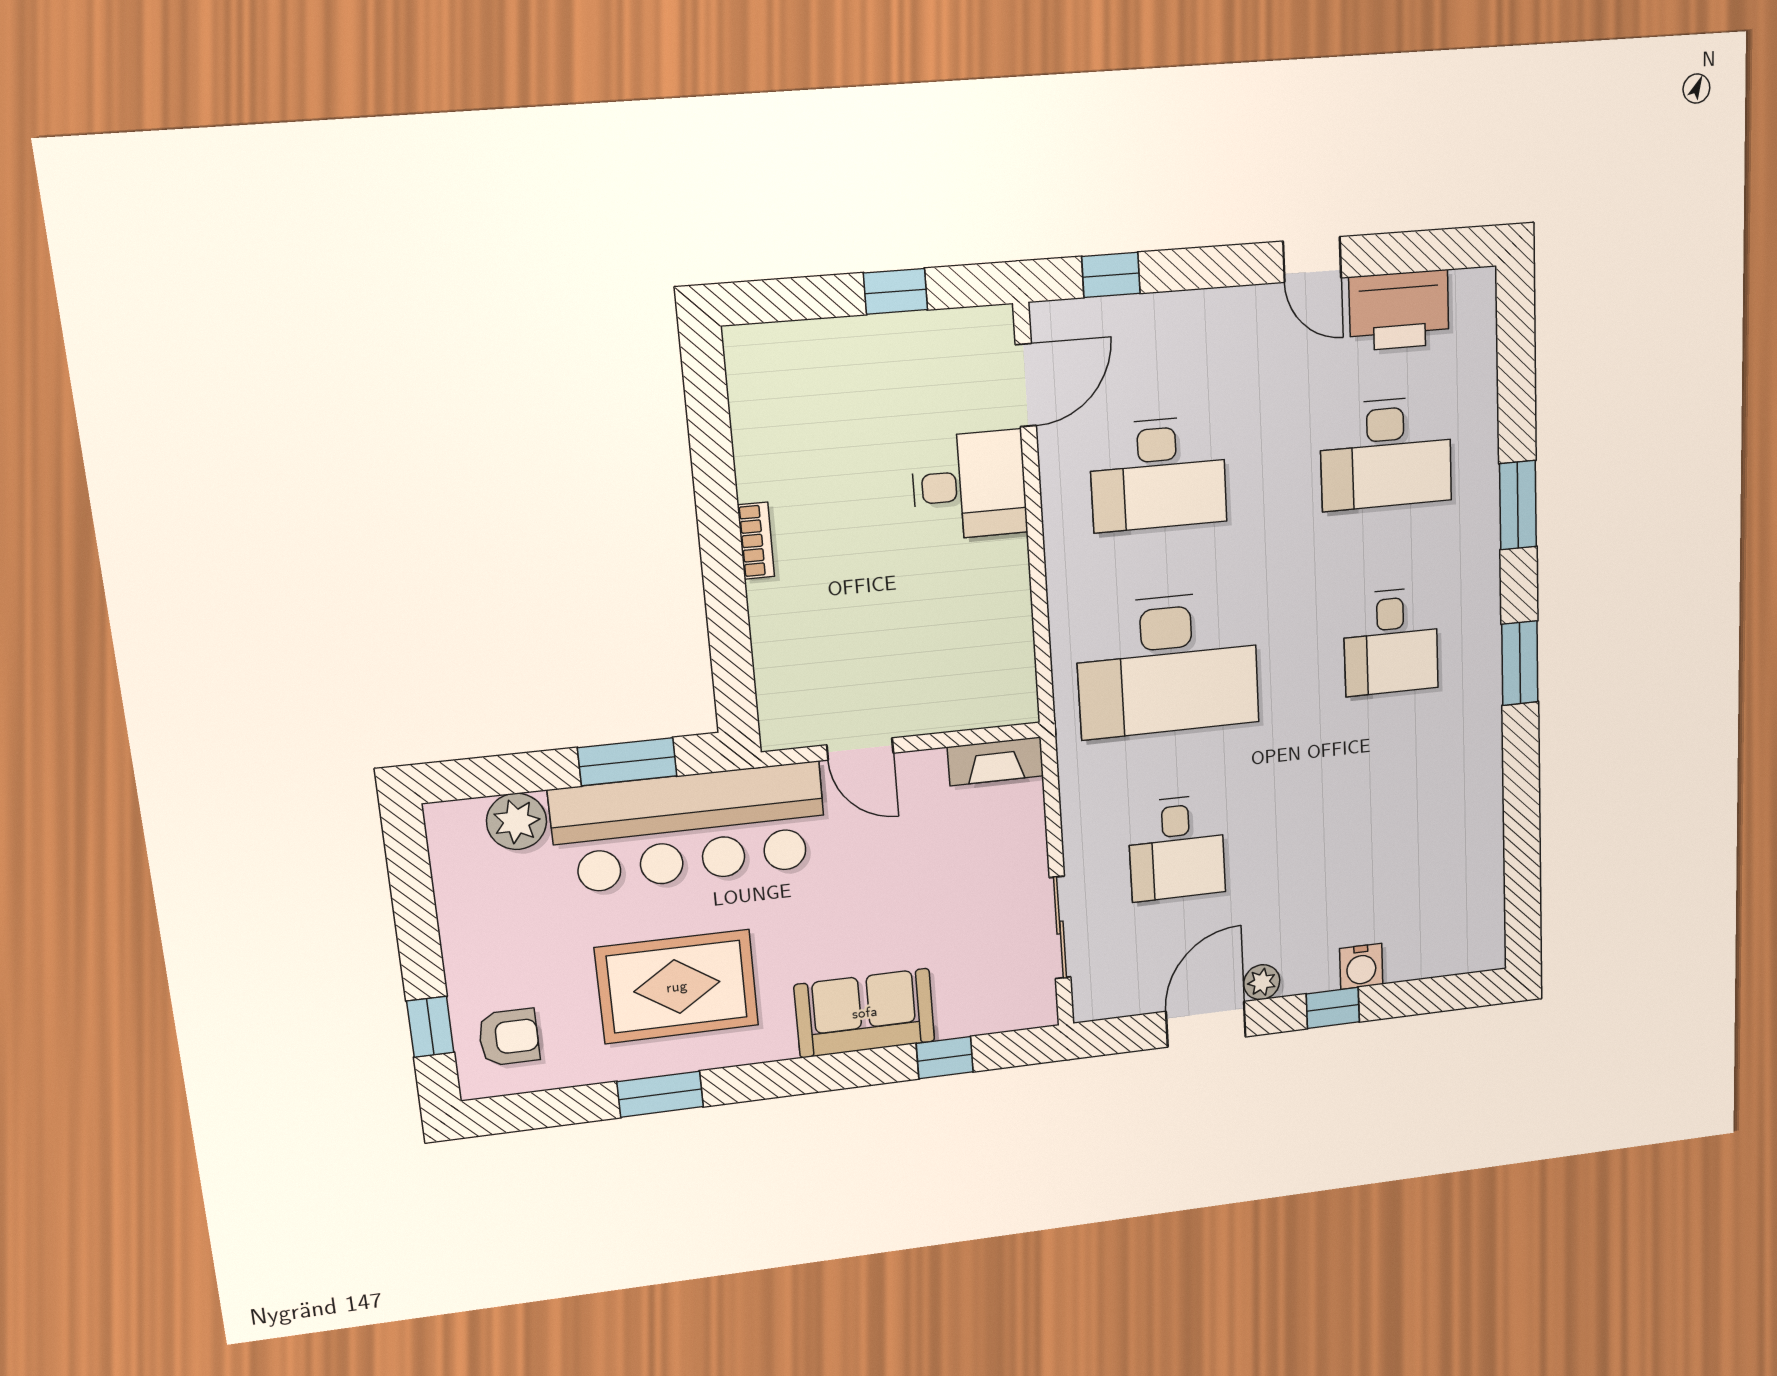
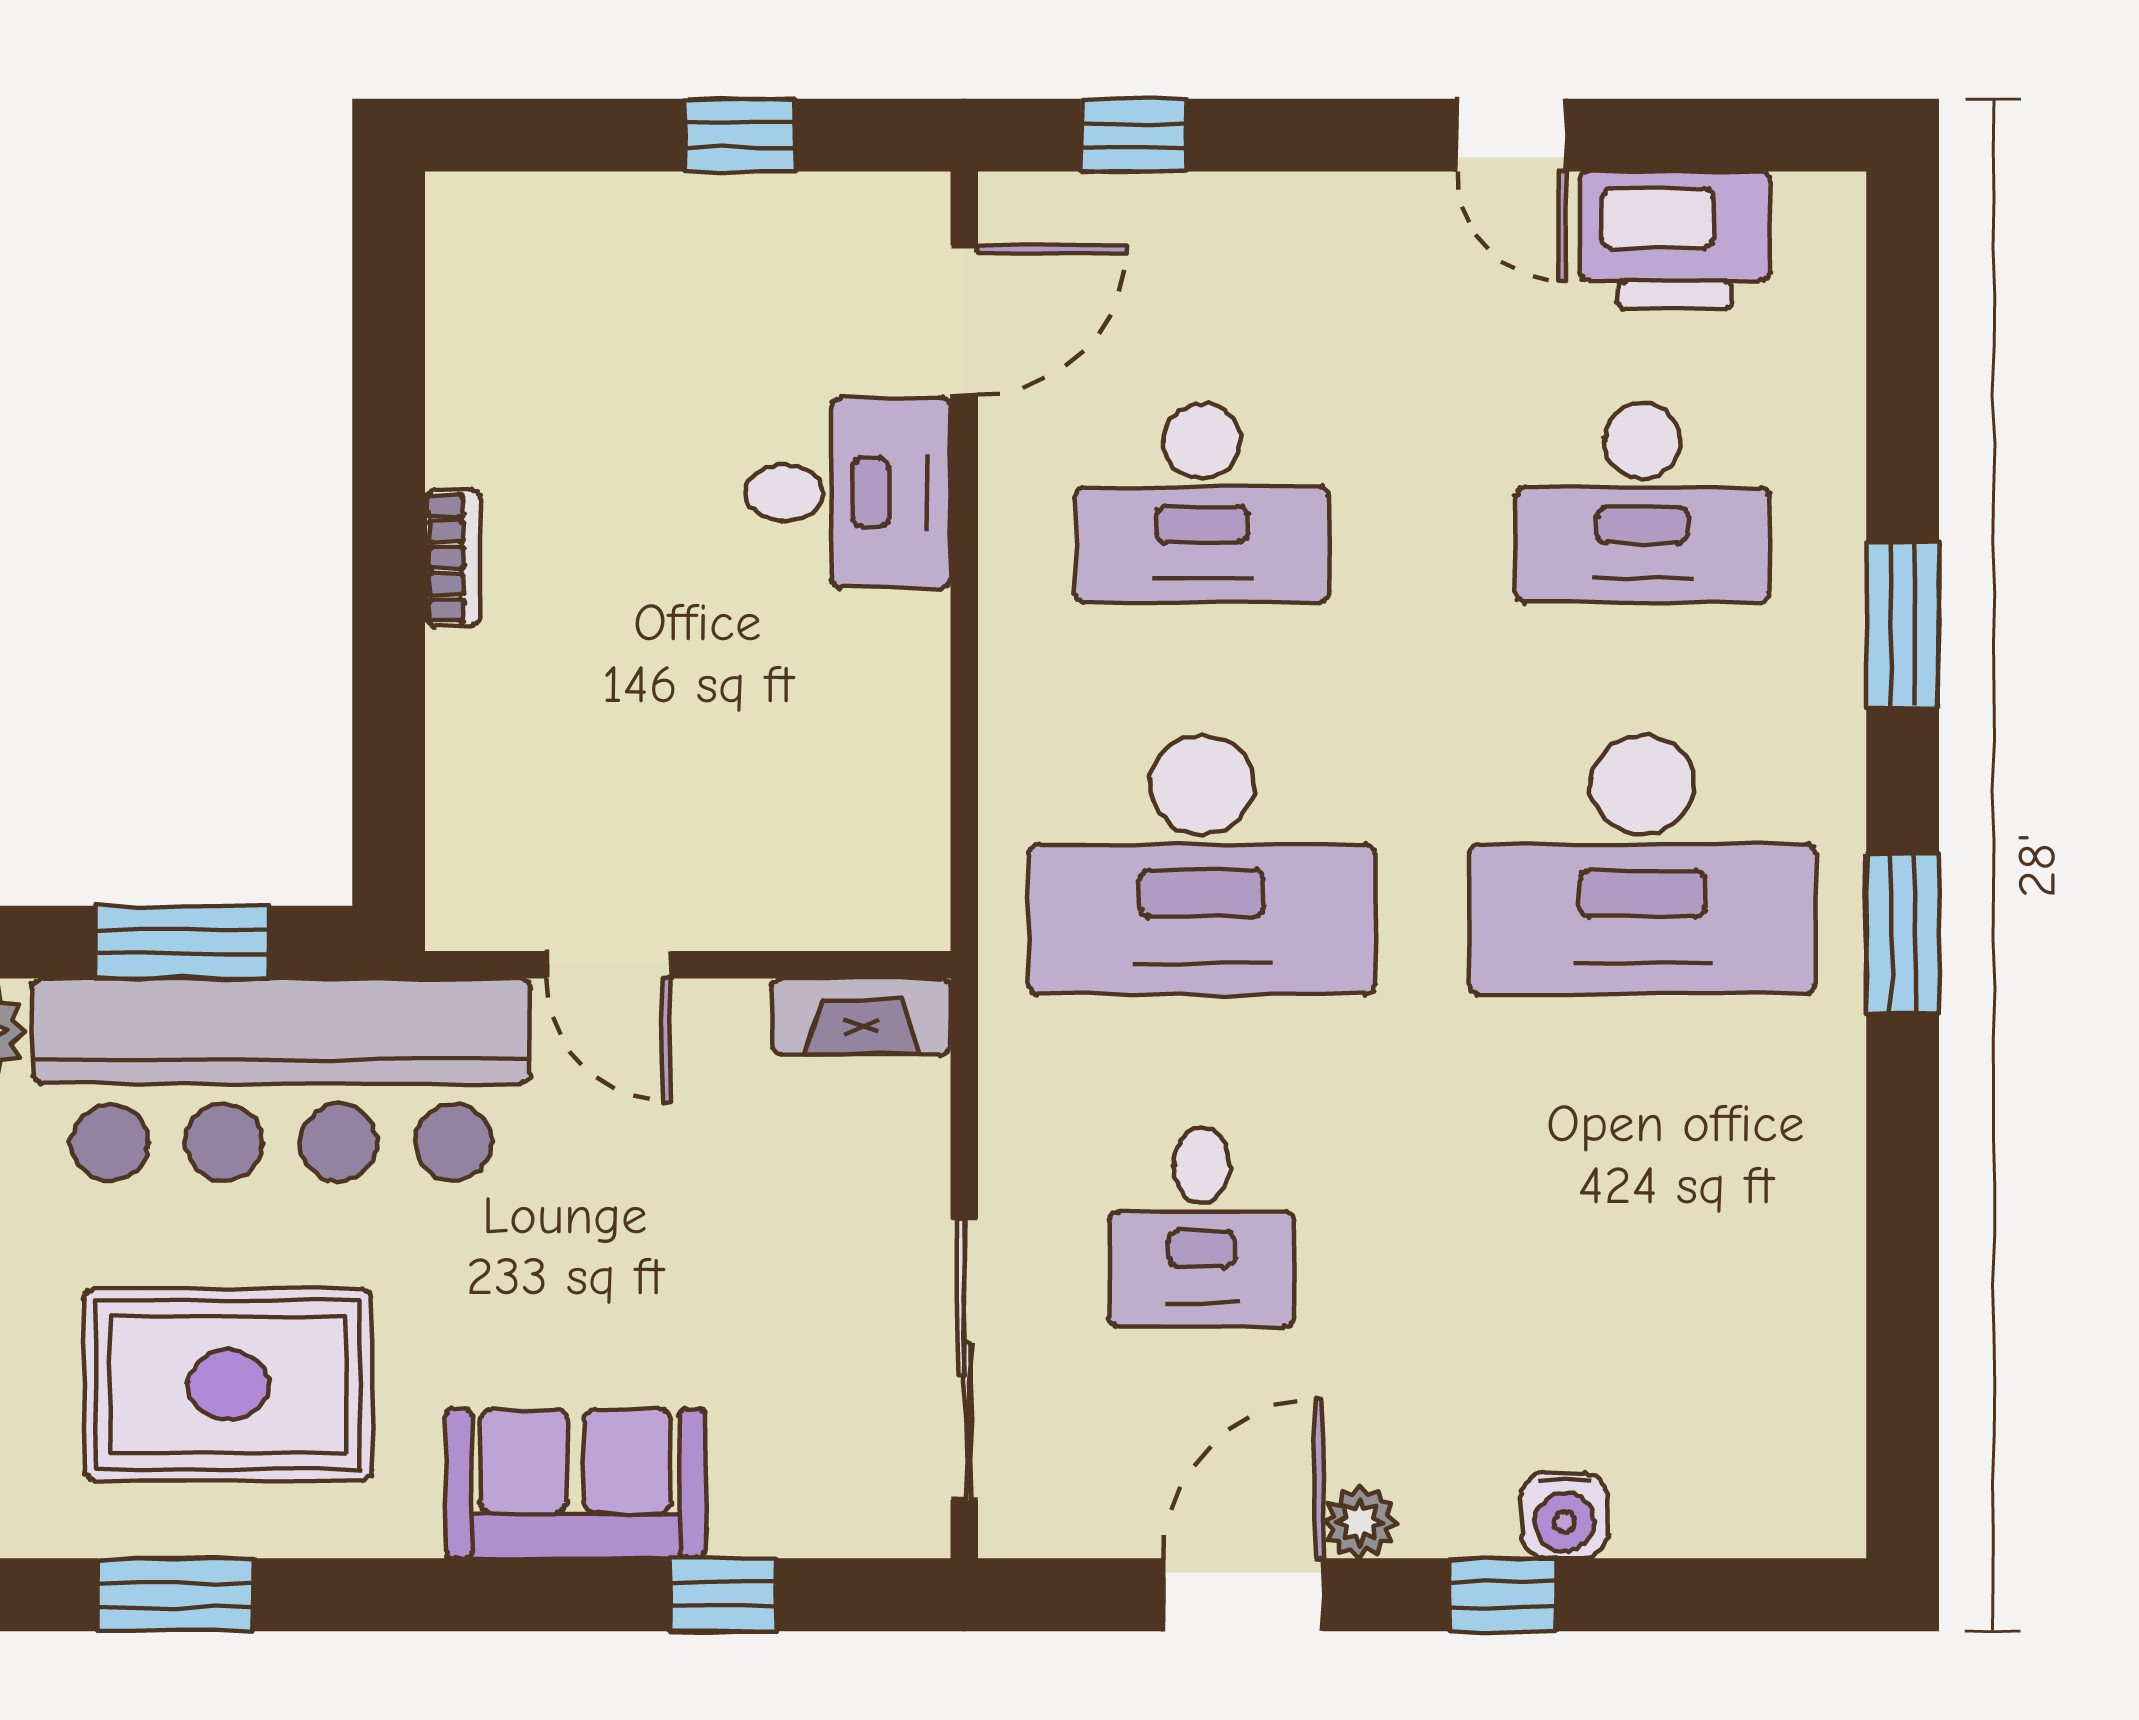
desk: (1391, 642) -> (1642, 865), width x1.87, depth x1.30
sliding door: (1060, 928) -> (964, 1359), width x1.37

